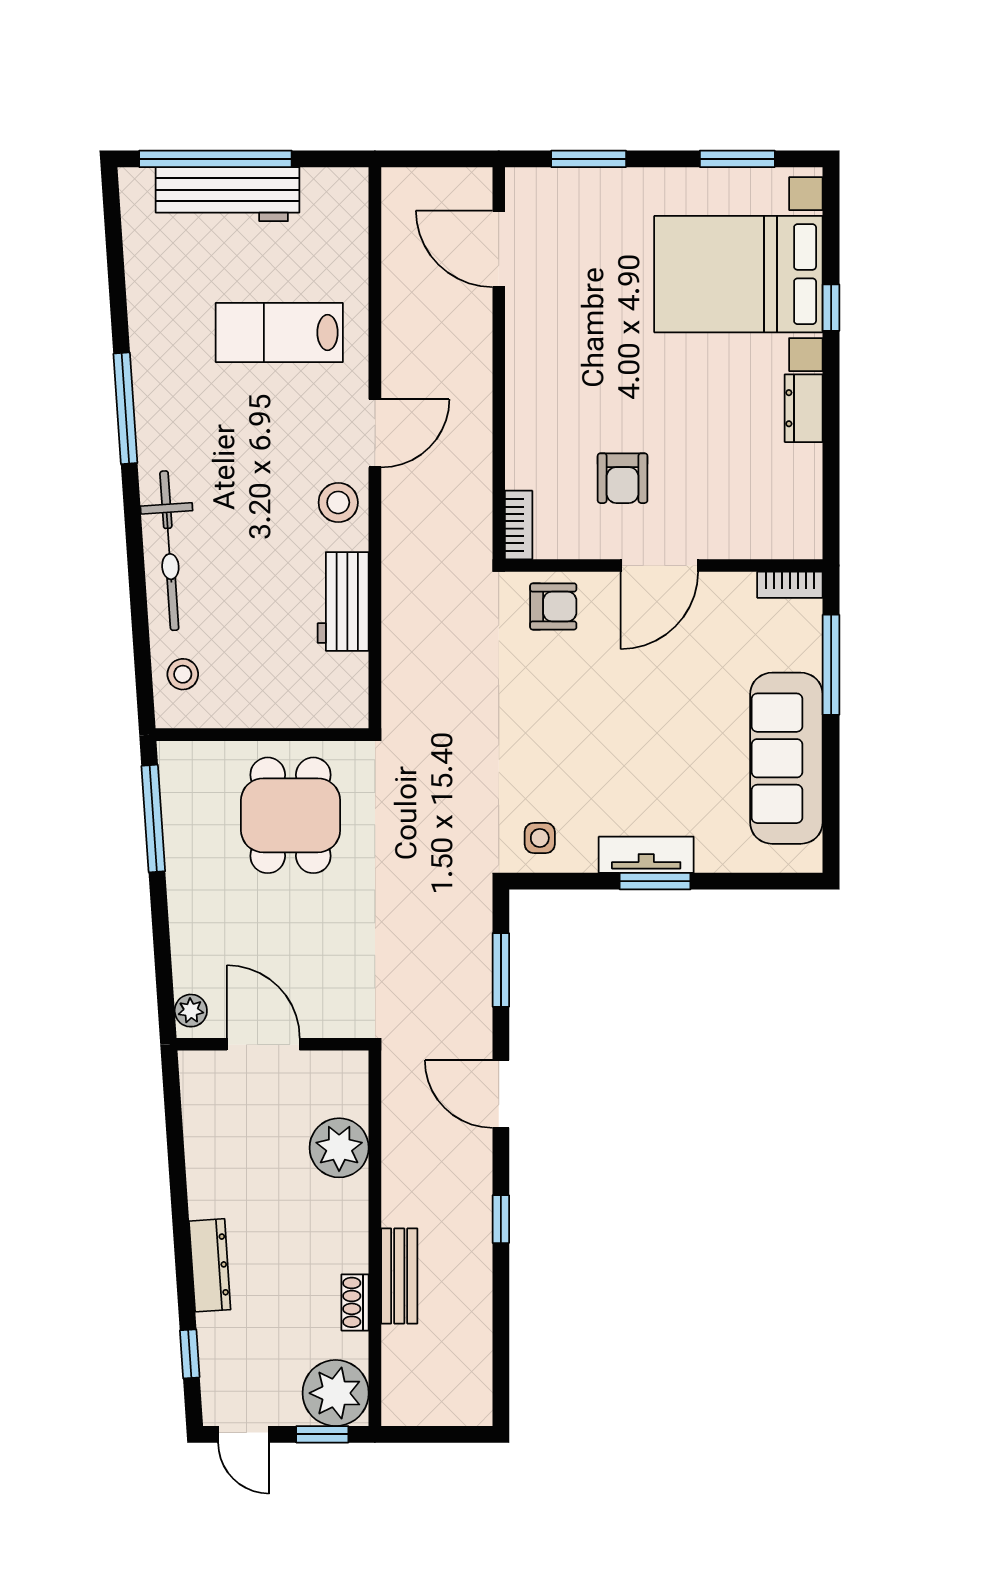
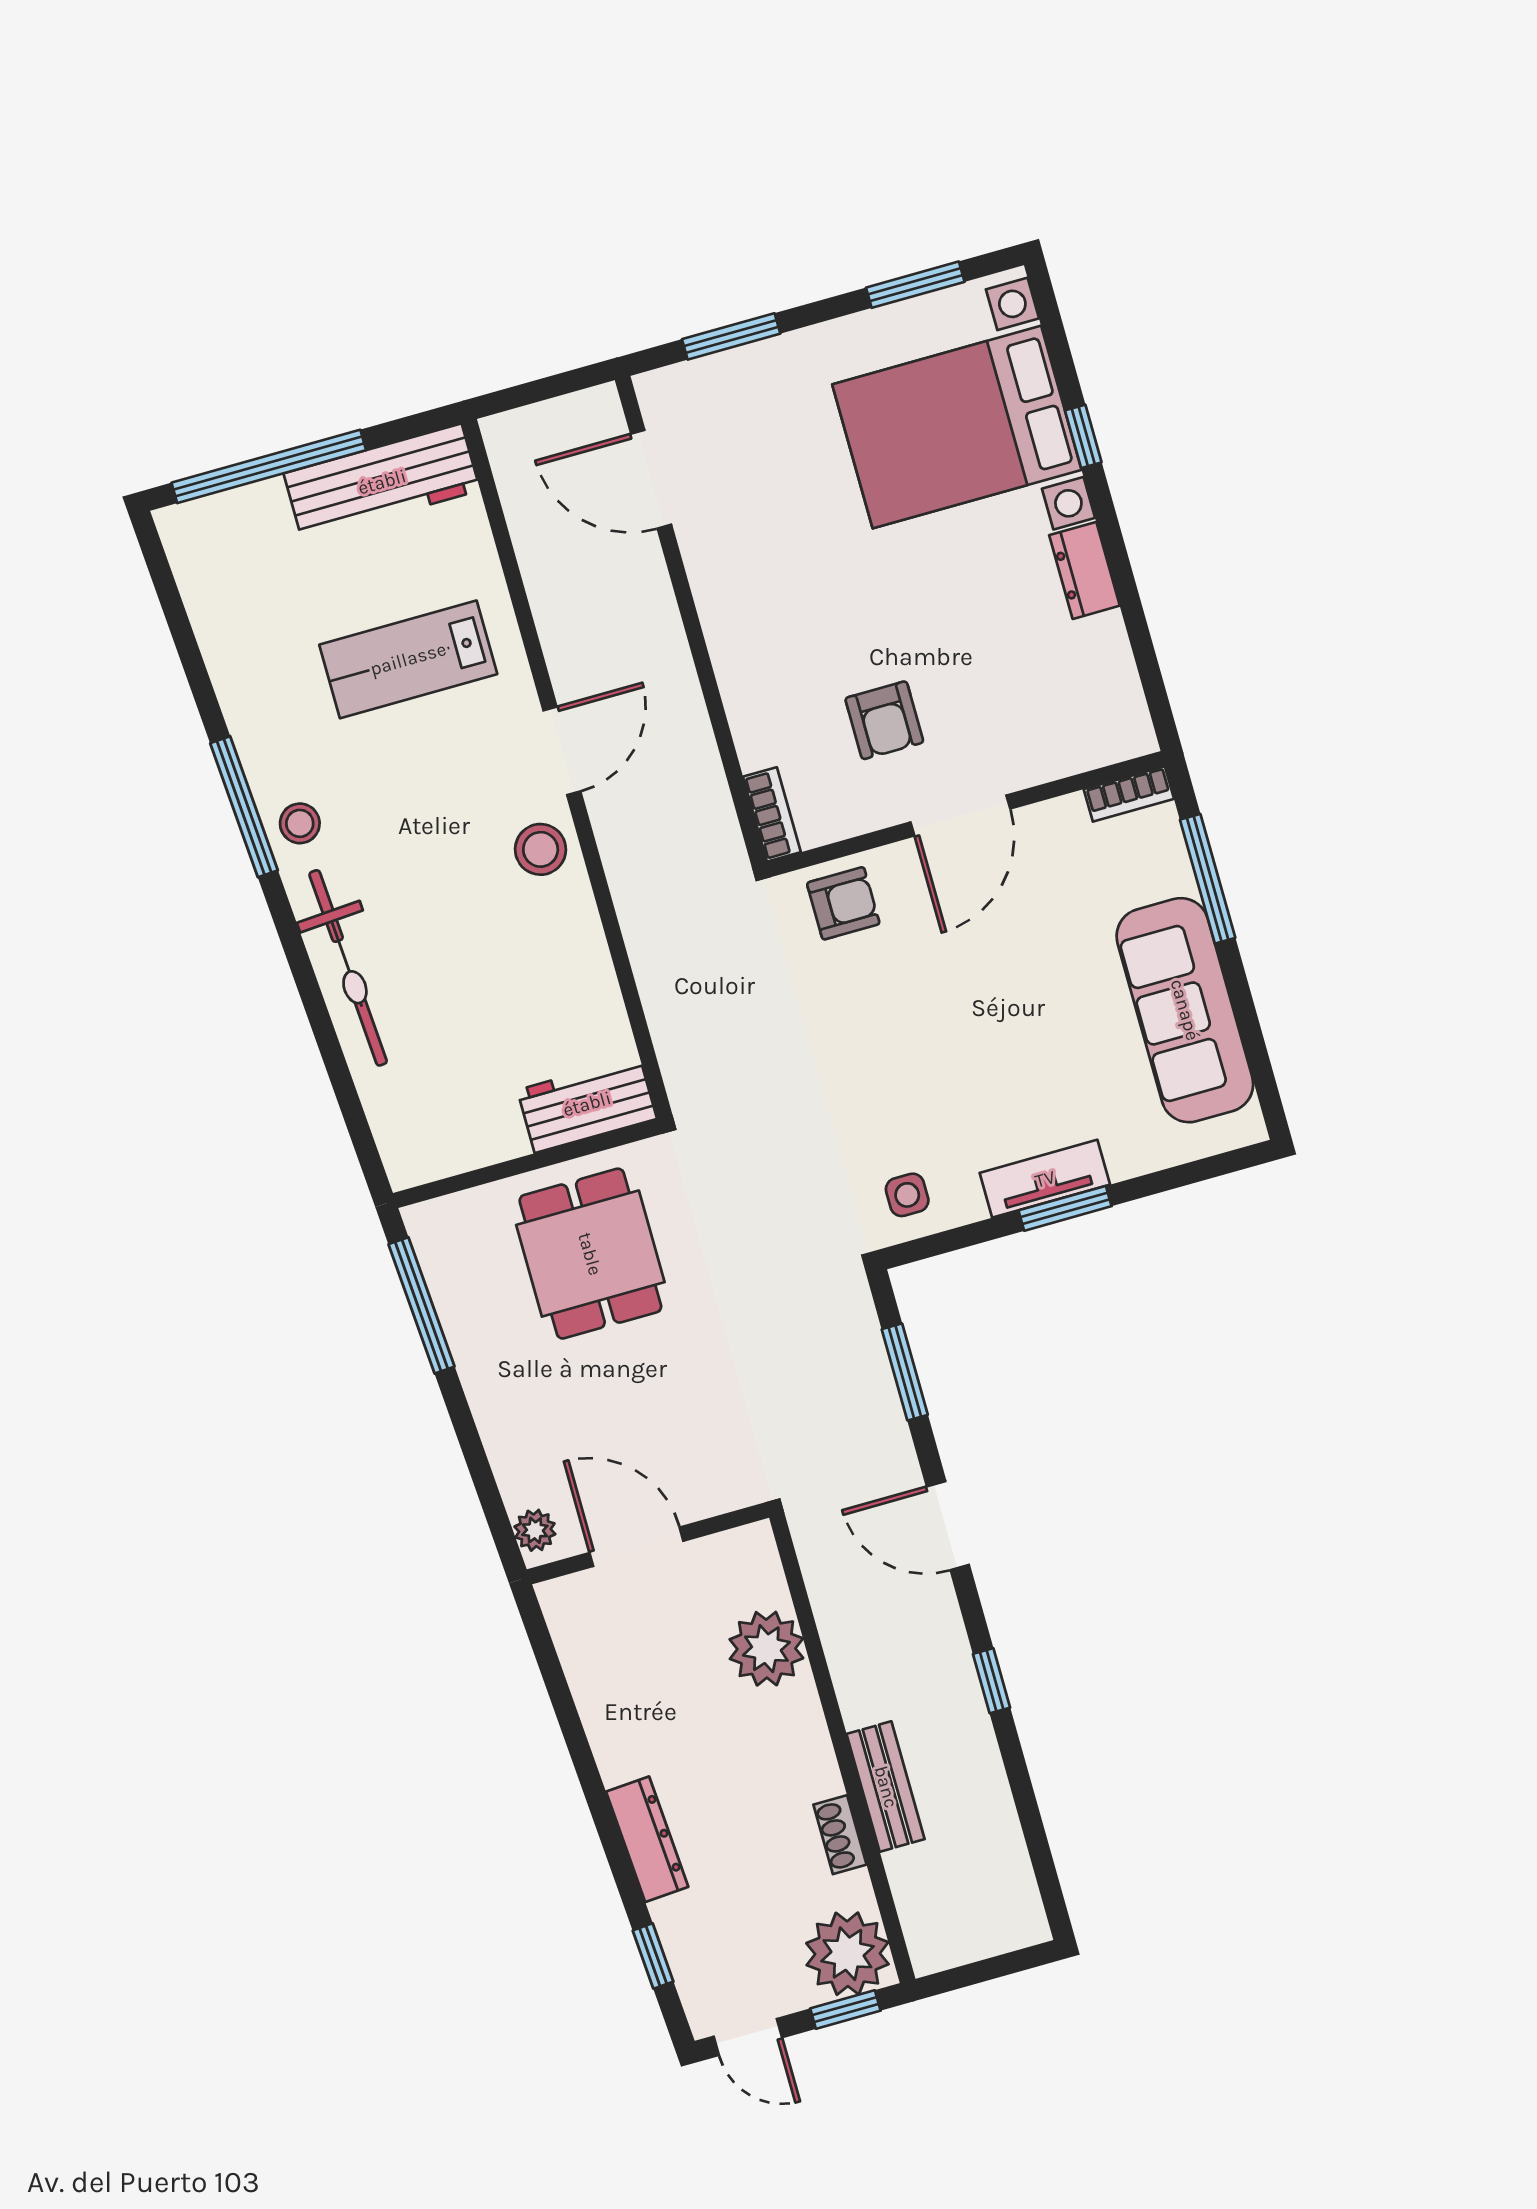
workbench: (228, 194) -> (382, 482), moved
workbench: (343, 601) -> (587, 1104), moved, turned 90
stool: (183, 674) -> (300, 823), moved

